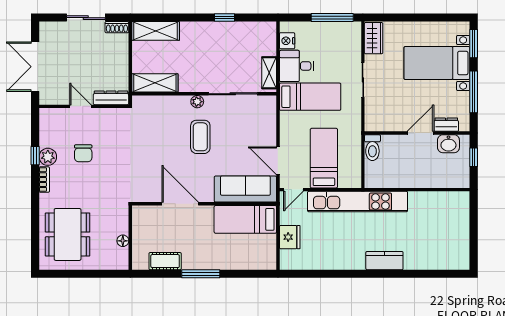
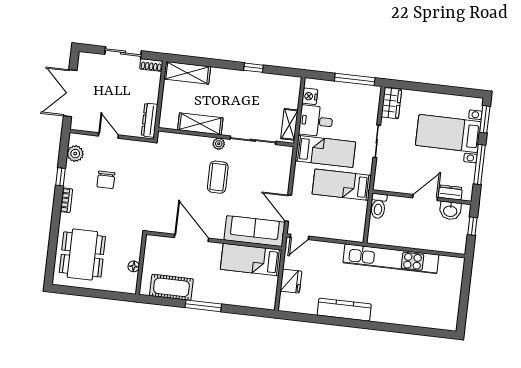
shelving: (155, 83) -> (200, 124), moved
dresser: (111, 98) -> (150, 120), moved, turned -90
plant: (48, 157) -> (75, 154), moved
bed: (324, 158) -> (342, 185), moved, turned -90
kitchen unit: (358, 202) -> (391, 259), moved
cot: (165, 261) -> (171, 287), width x1.37, depth x1.34
kitchen counter: (384, 261) -> (344, 310), moved, width x1.50

